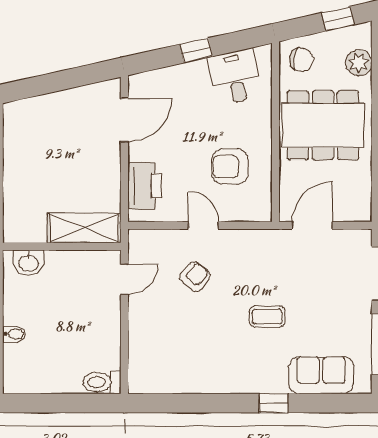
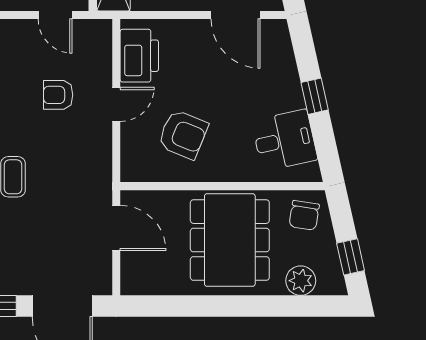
armchair: (230, 167) -> (183, 135), turned 112
printer: (145, 186) -> (139, 56), moved, turned -90
armchair: (195, 277) -> (58, 95), turned 141

